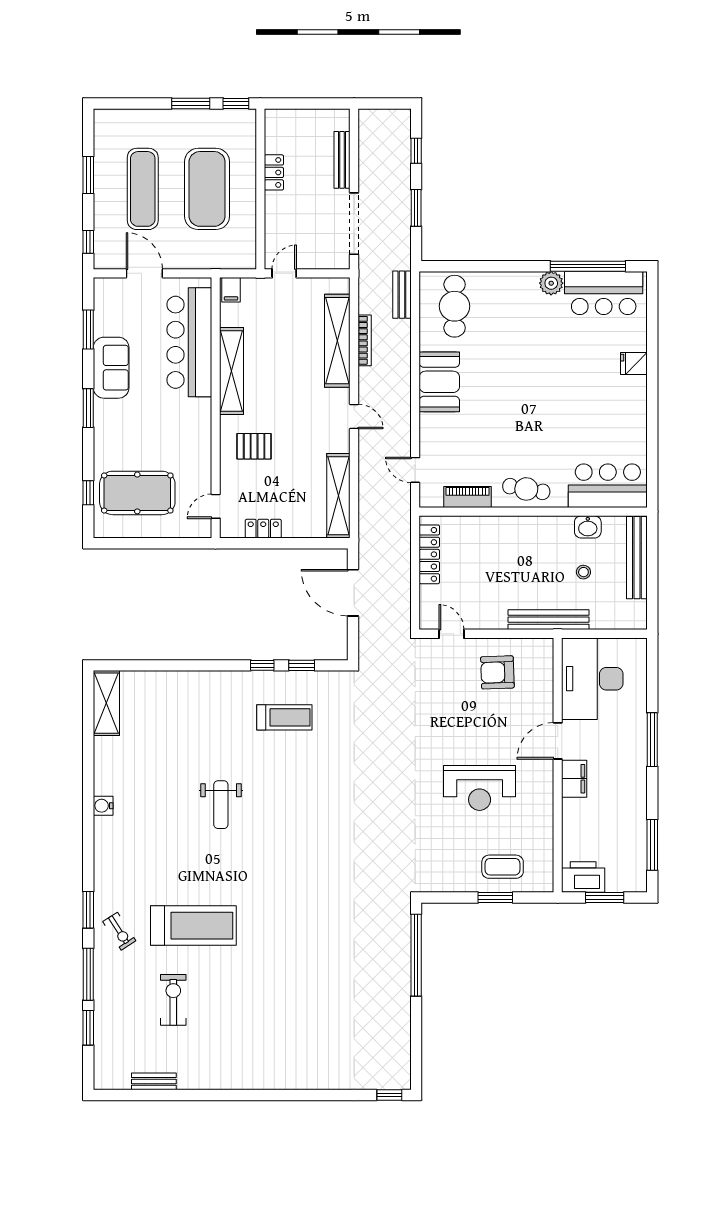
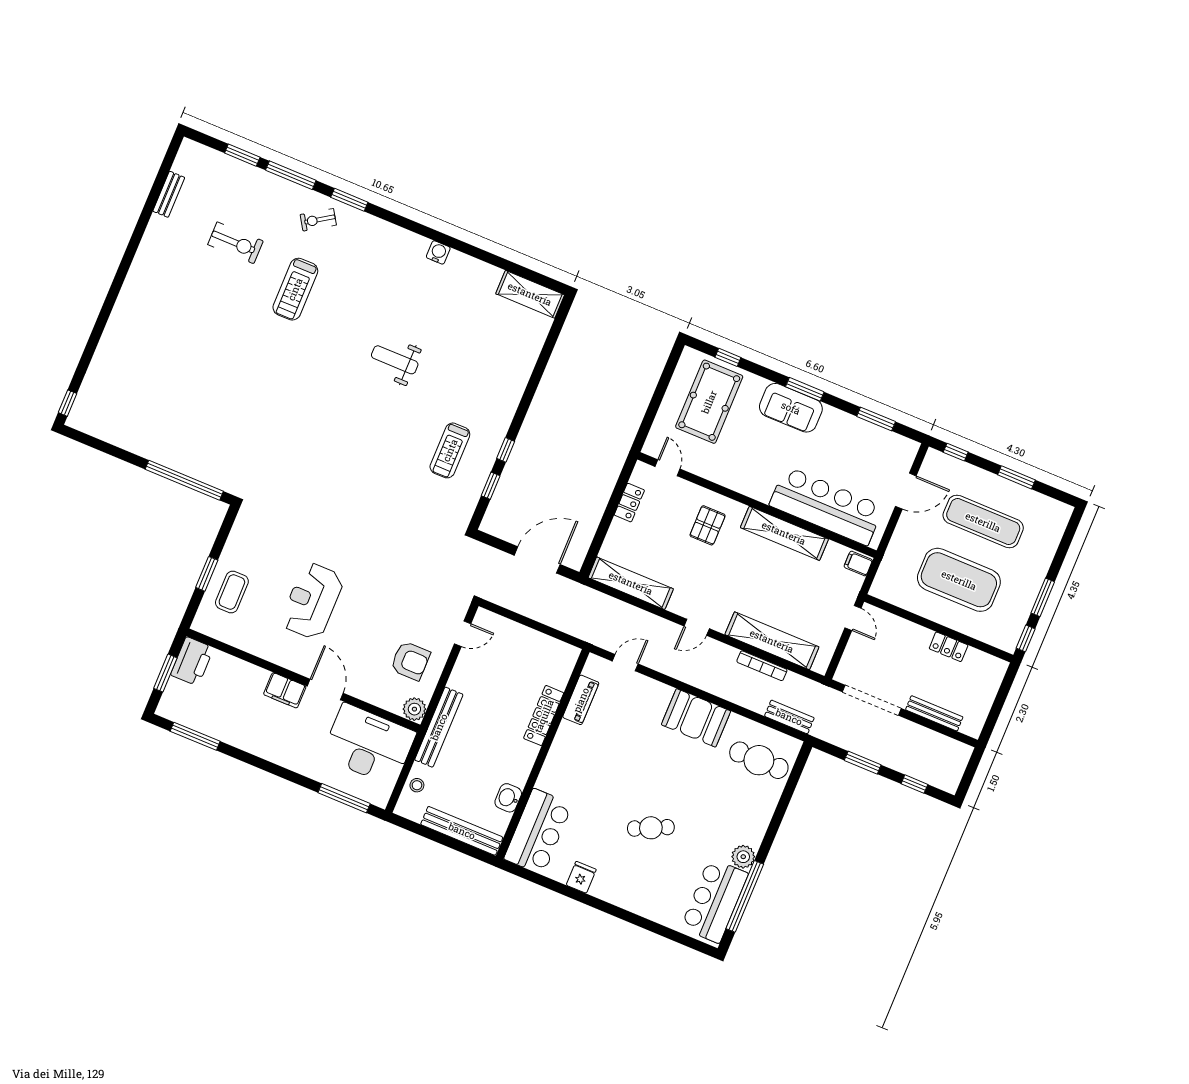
fridge: (634, 363) -> (581, 877), moved
sofa: (111, 368) -> (791, 408), moved
cafe table: (526, 489) -> (651, 828), moved, turned 55
locker: (429, 554) -> (544, 716), moved, turned 90
stool: (583, 572) -> (417, 785), moved
plant: (541, 650) -> (414, 709), added
armchair: (497, 672) -> (410, 661), turned 92
window: (652, 740) -> (344, 798), moved
treadmill: (193, 926) -> (295, 289), width x0.73, depth x0.73

